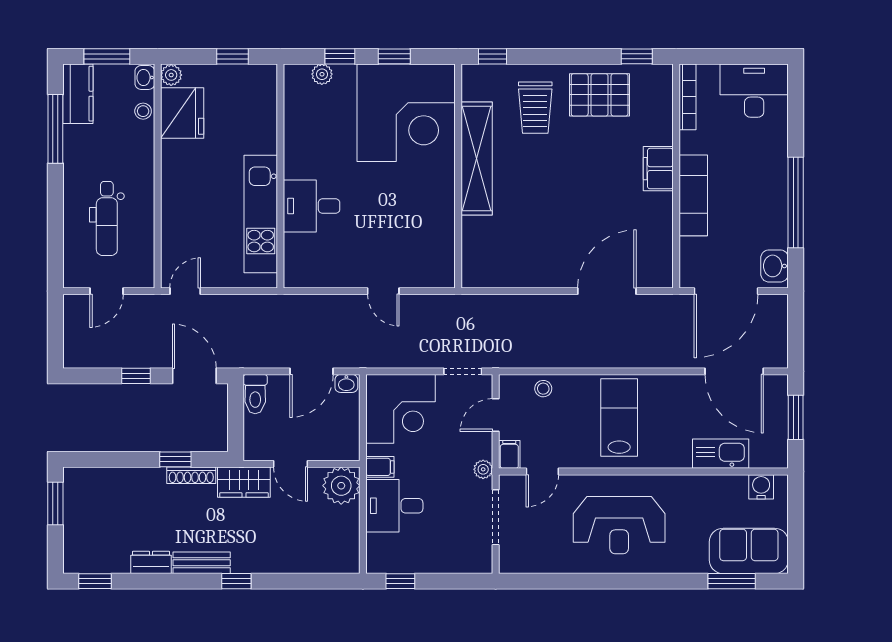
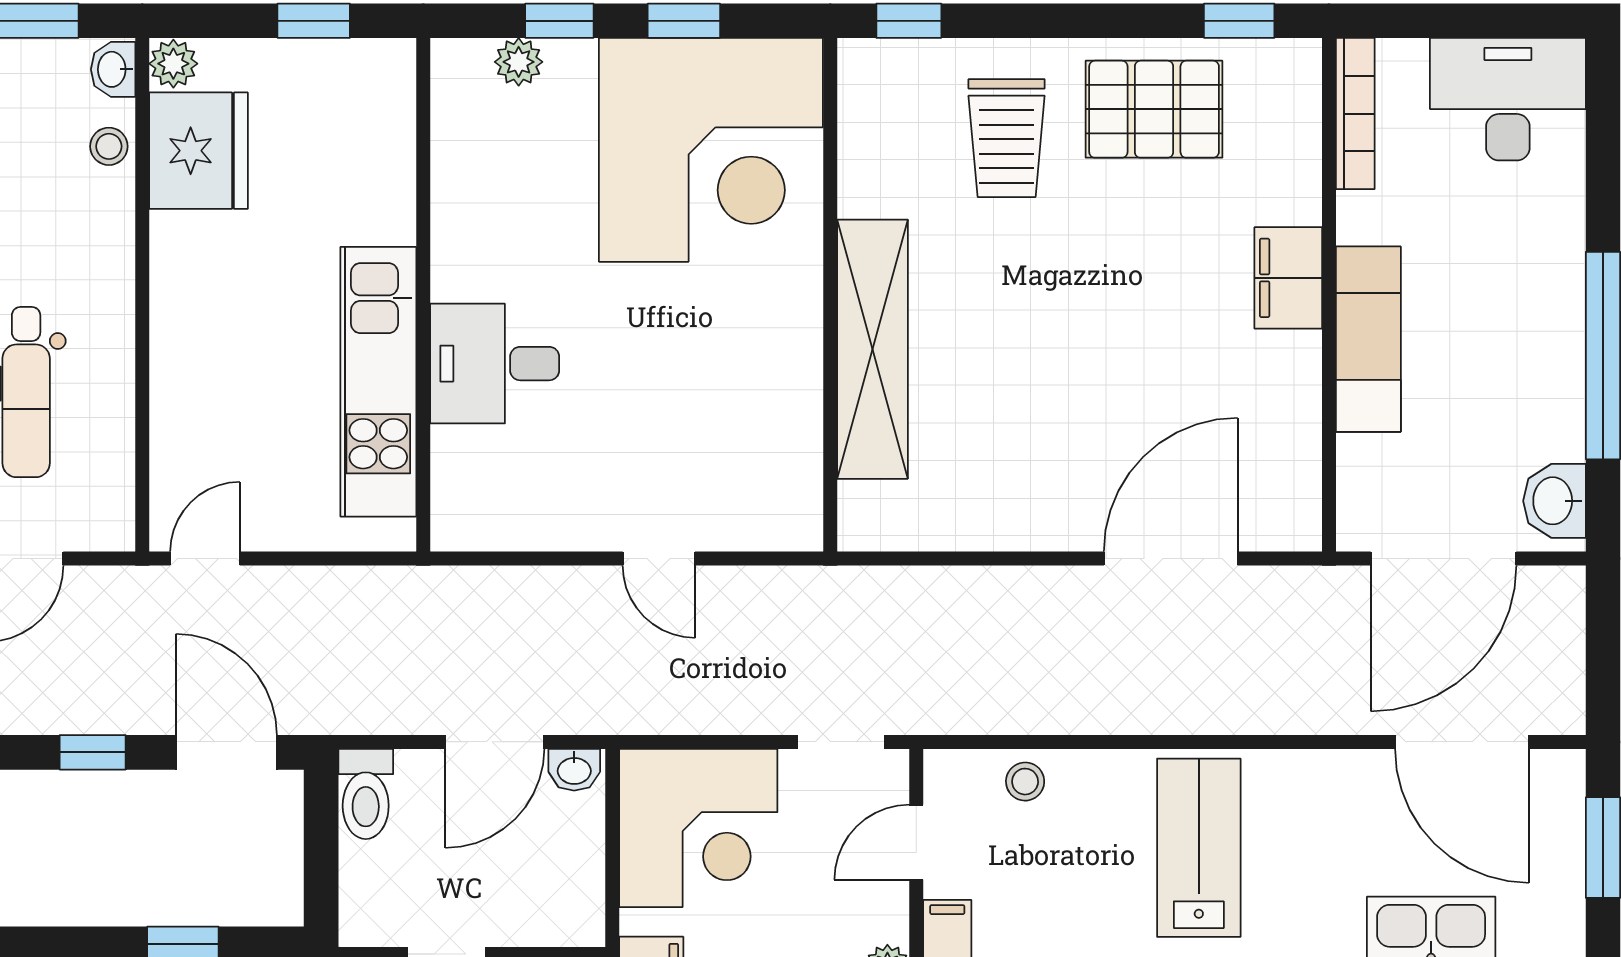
shelving: (477, 158) -> (872, 349), moved

